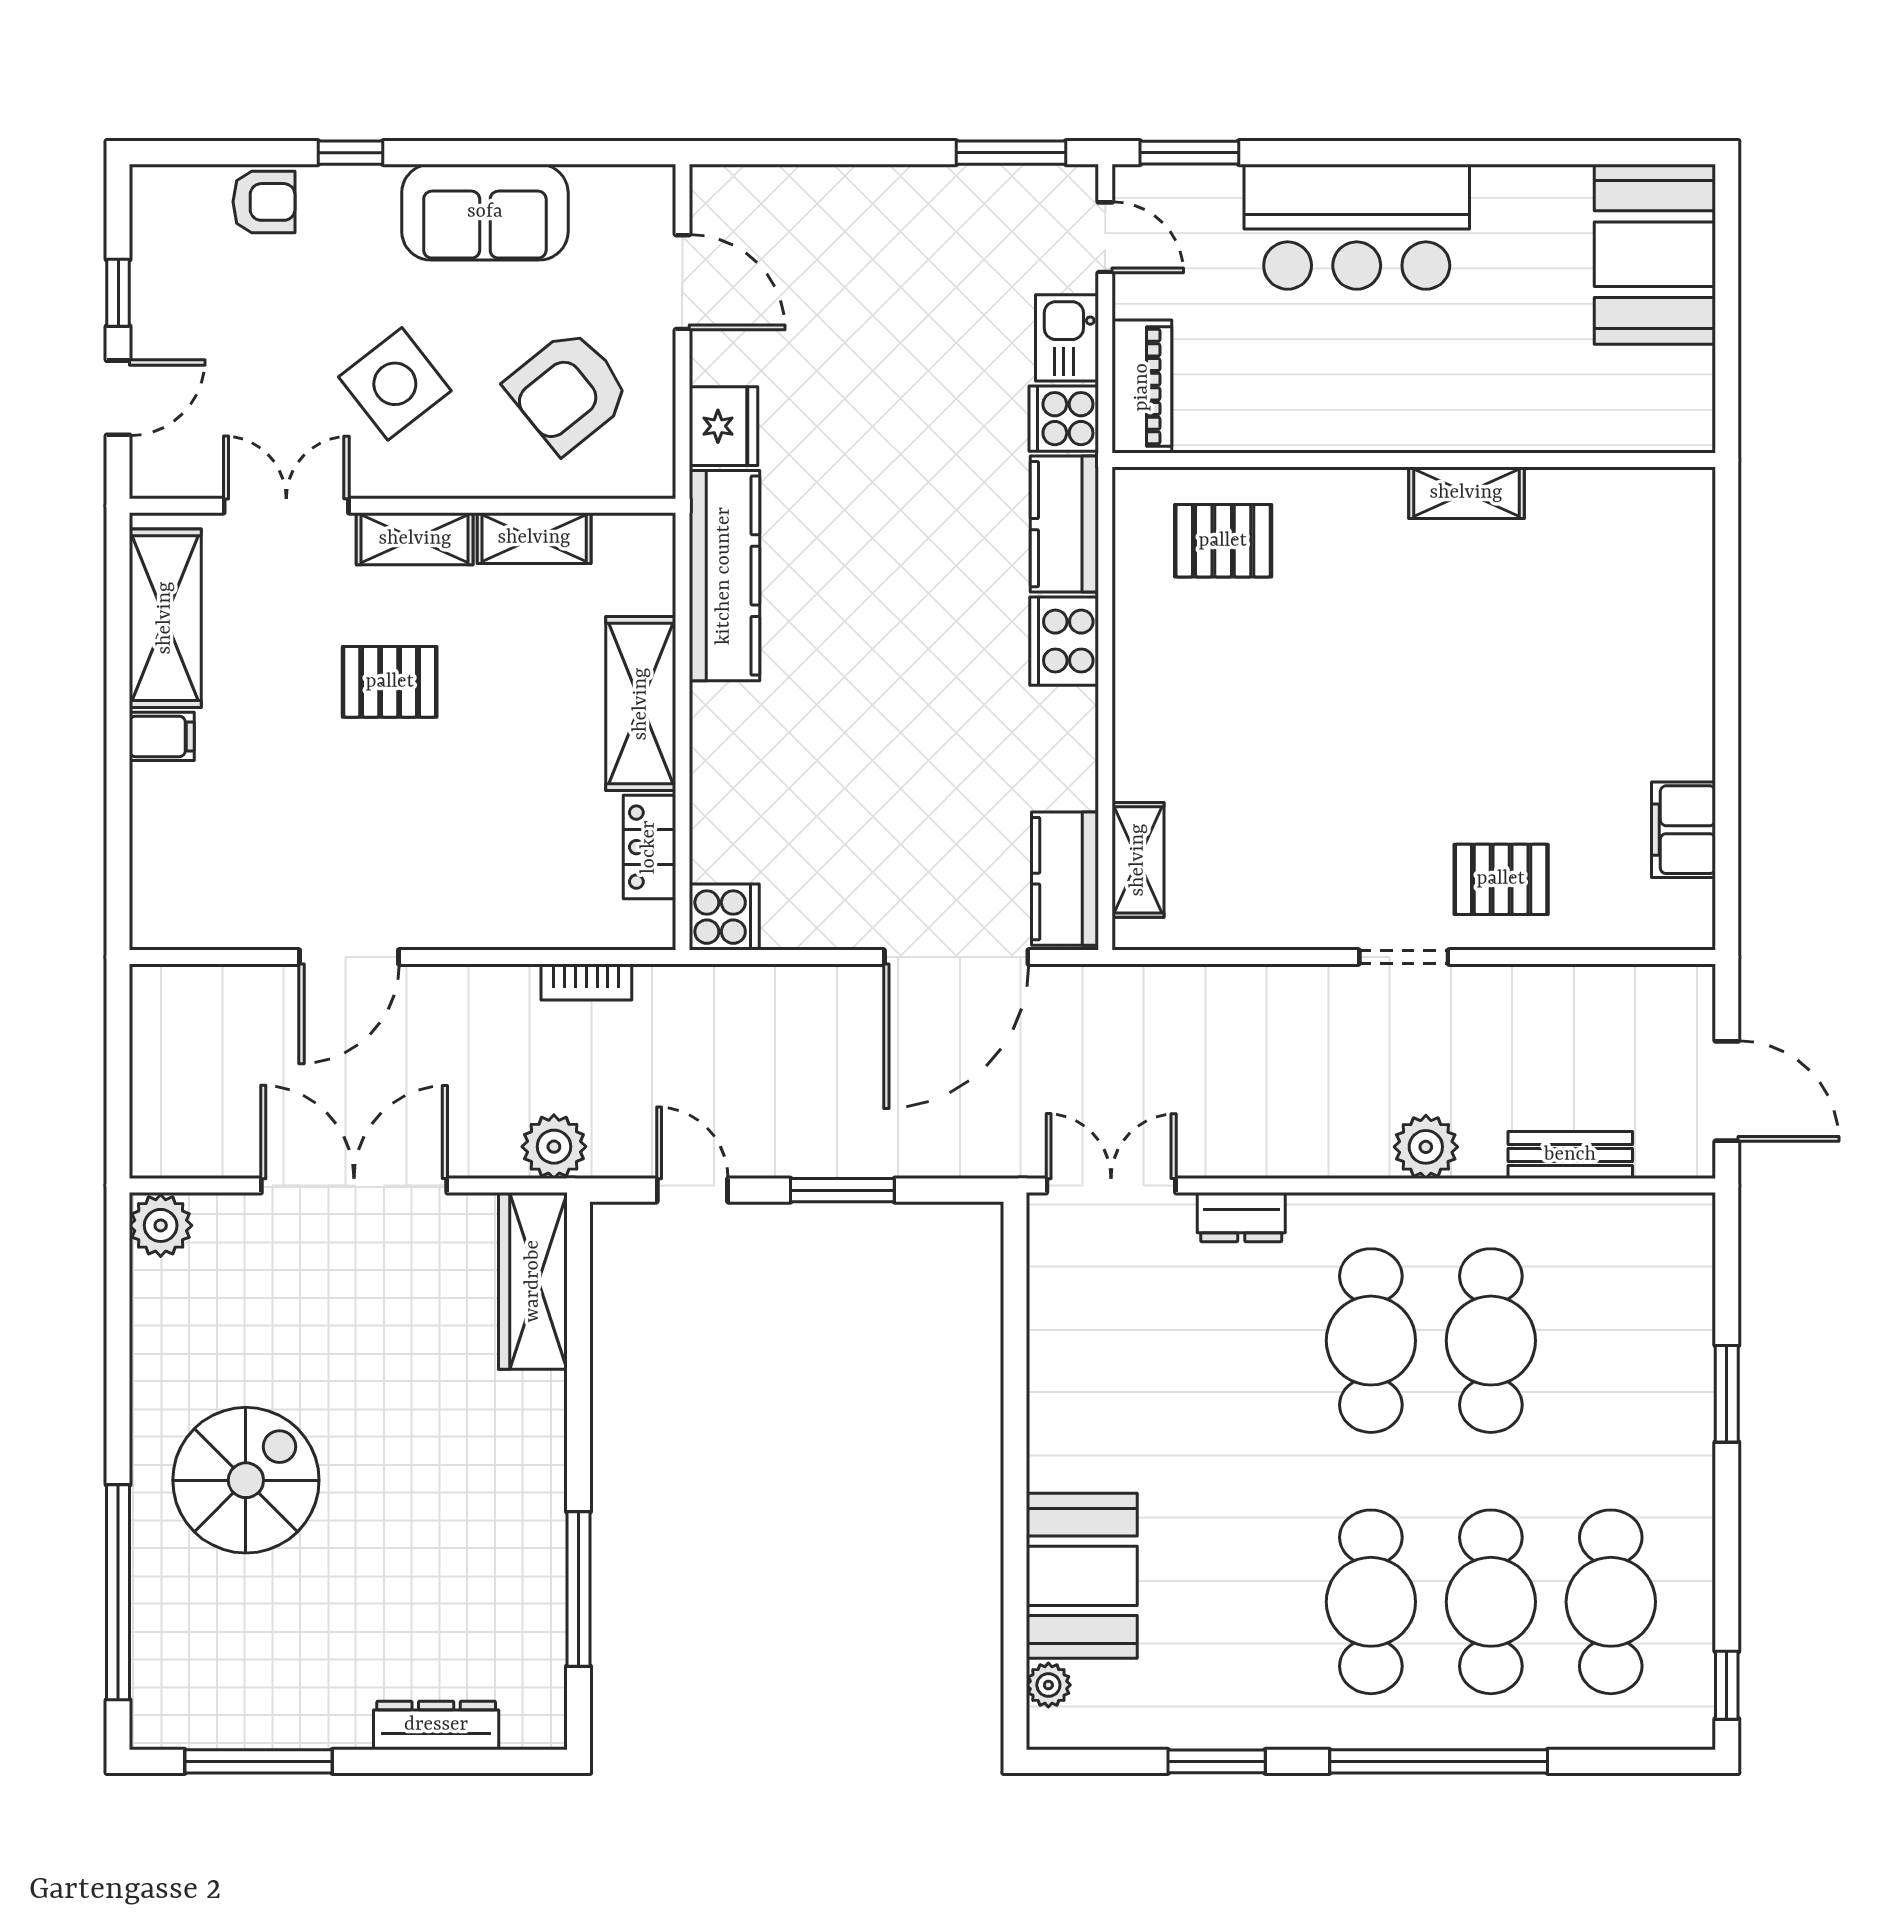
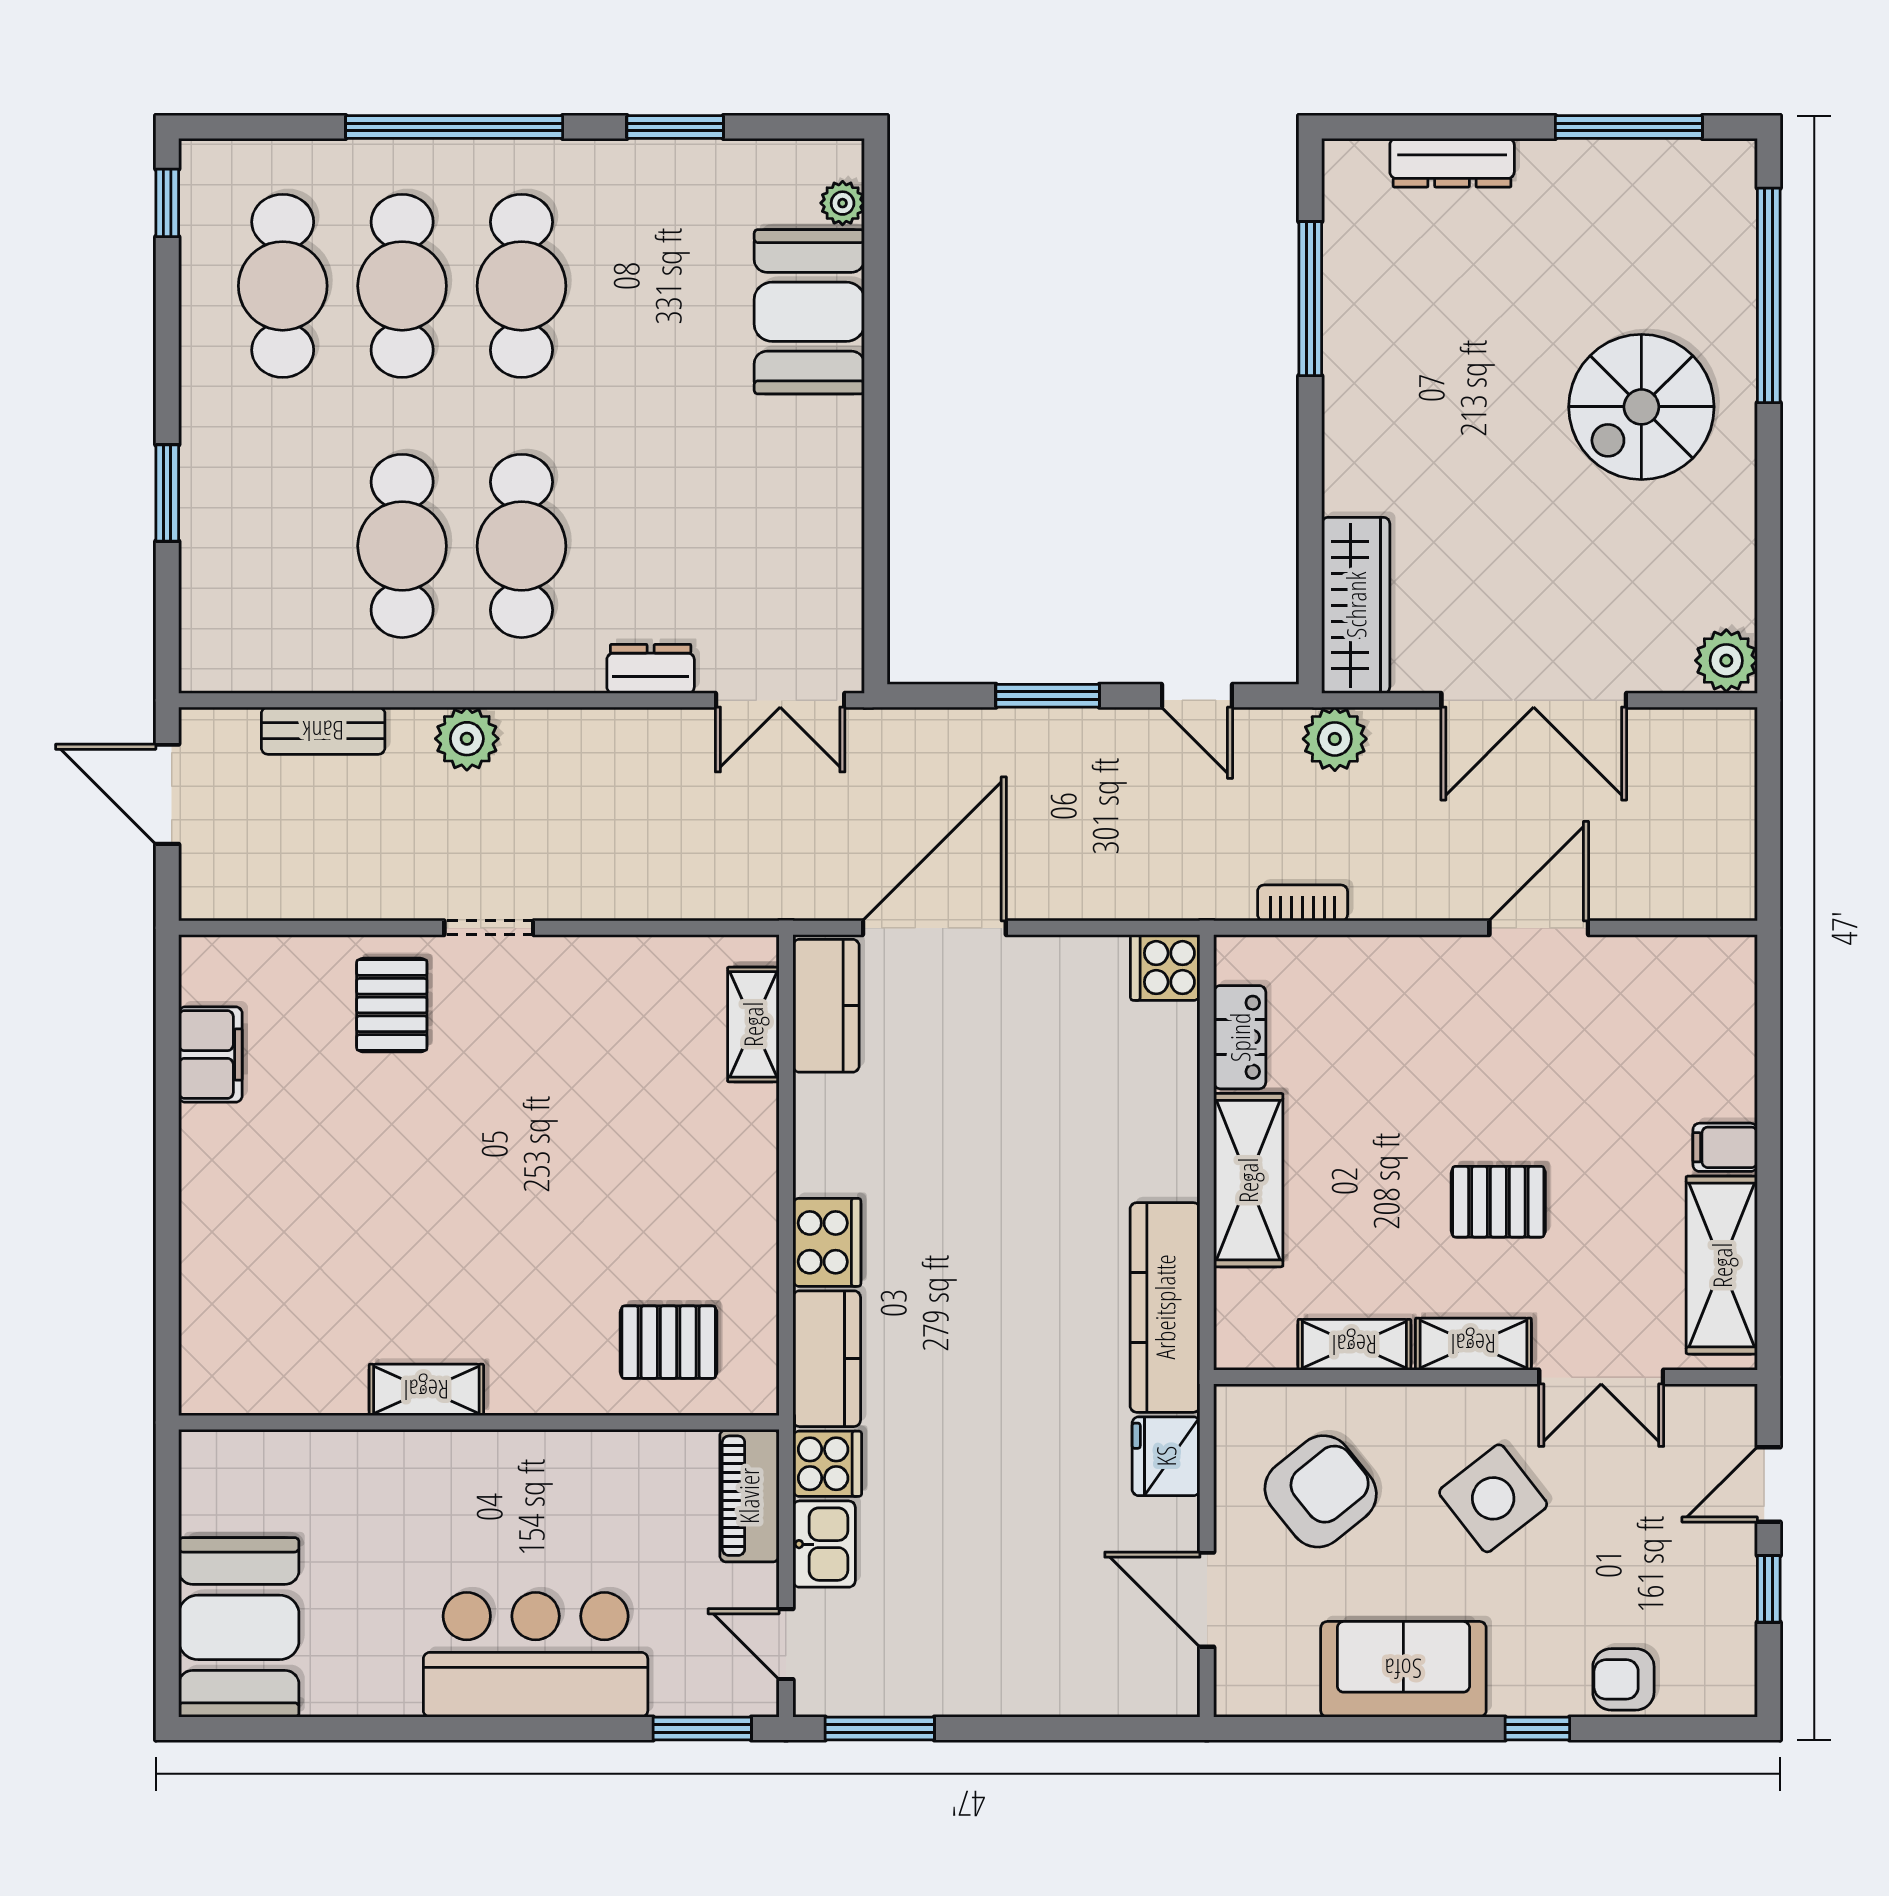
pallet: (1501, 879) -> (392, 1005), turned 90

